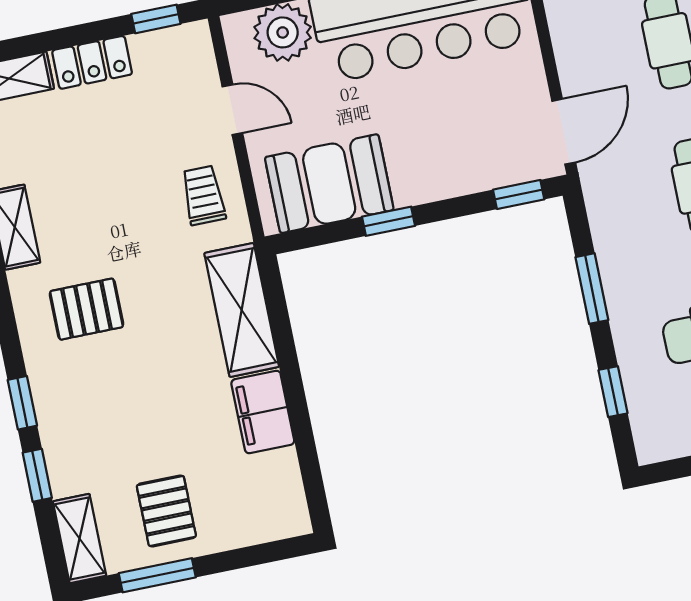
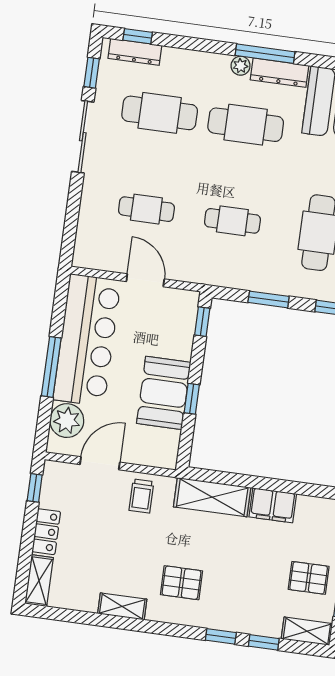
door: (232, 110) -> (100, 463), width x1.38
door: (564, 132) -> (145, 280), moved
booth: (329, 184) -> (164, 393), moved
trolley: (203, 195) -> (141, 496), turned -90
pallet: (86, 309) -> (181, 583), turned 90

